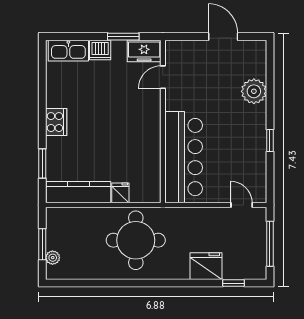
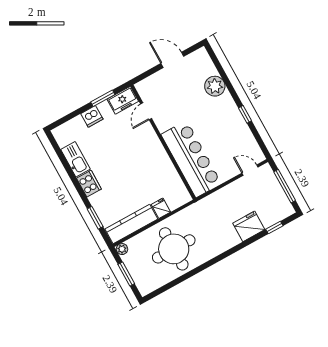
kitchen sink: (68, 51) -> (76, 159), moved, turned -90
round table: (136, 240) -> (174, 249), moved
plant: (53, 258) -> (122, 249), moved

